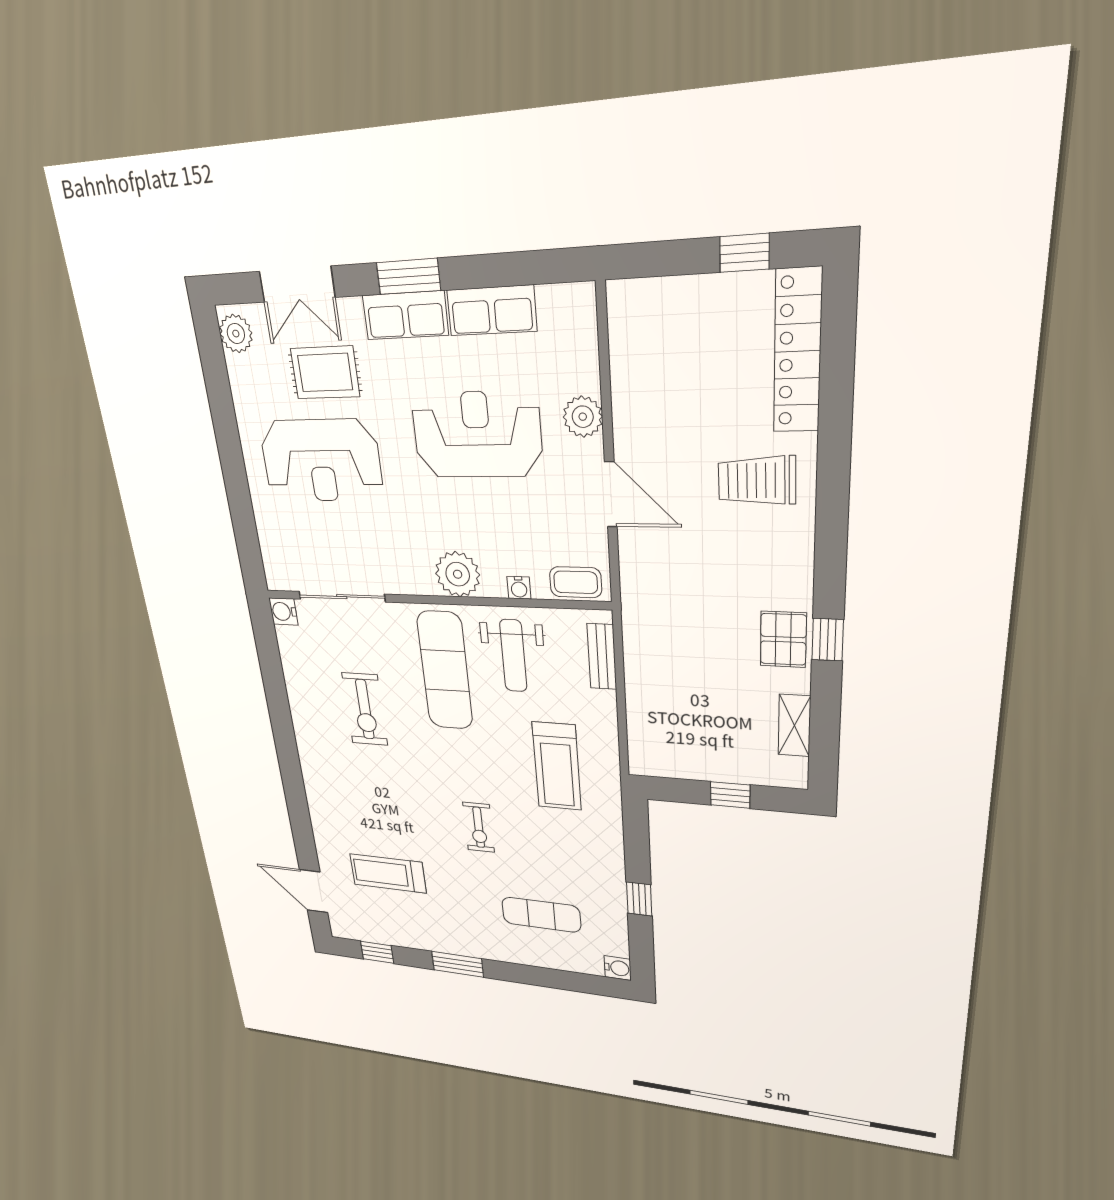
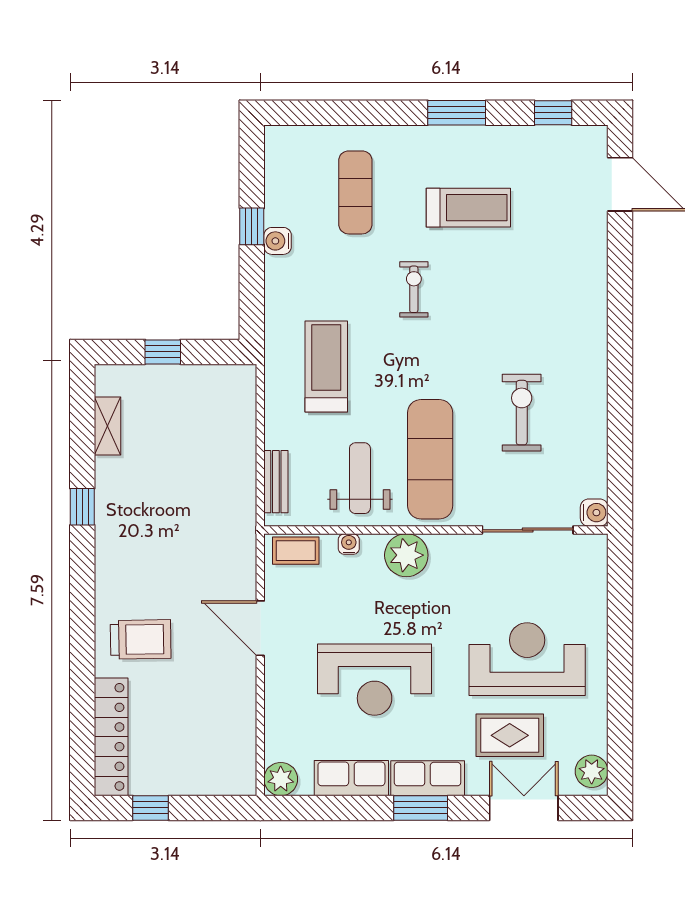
plant: (583, 417) -> (281, 779), moved
pallet: (783, 639) -> (118, 505), removed
treadmill: (388, 873) -> (468, 208), moved
exercise mat: (541, 915) -> (355, 192), turned 90
water cooler: (618, 968) -> (278, 241), moved

